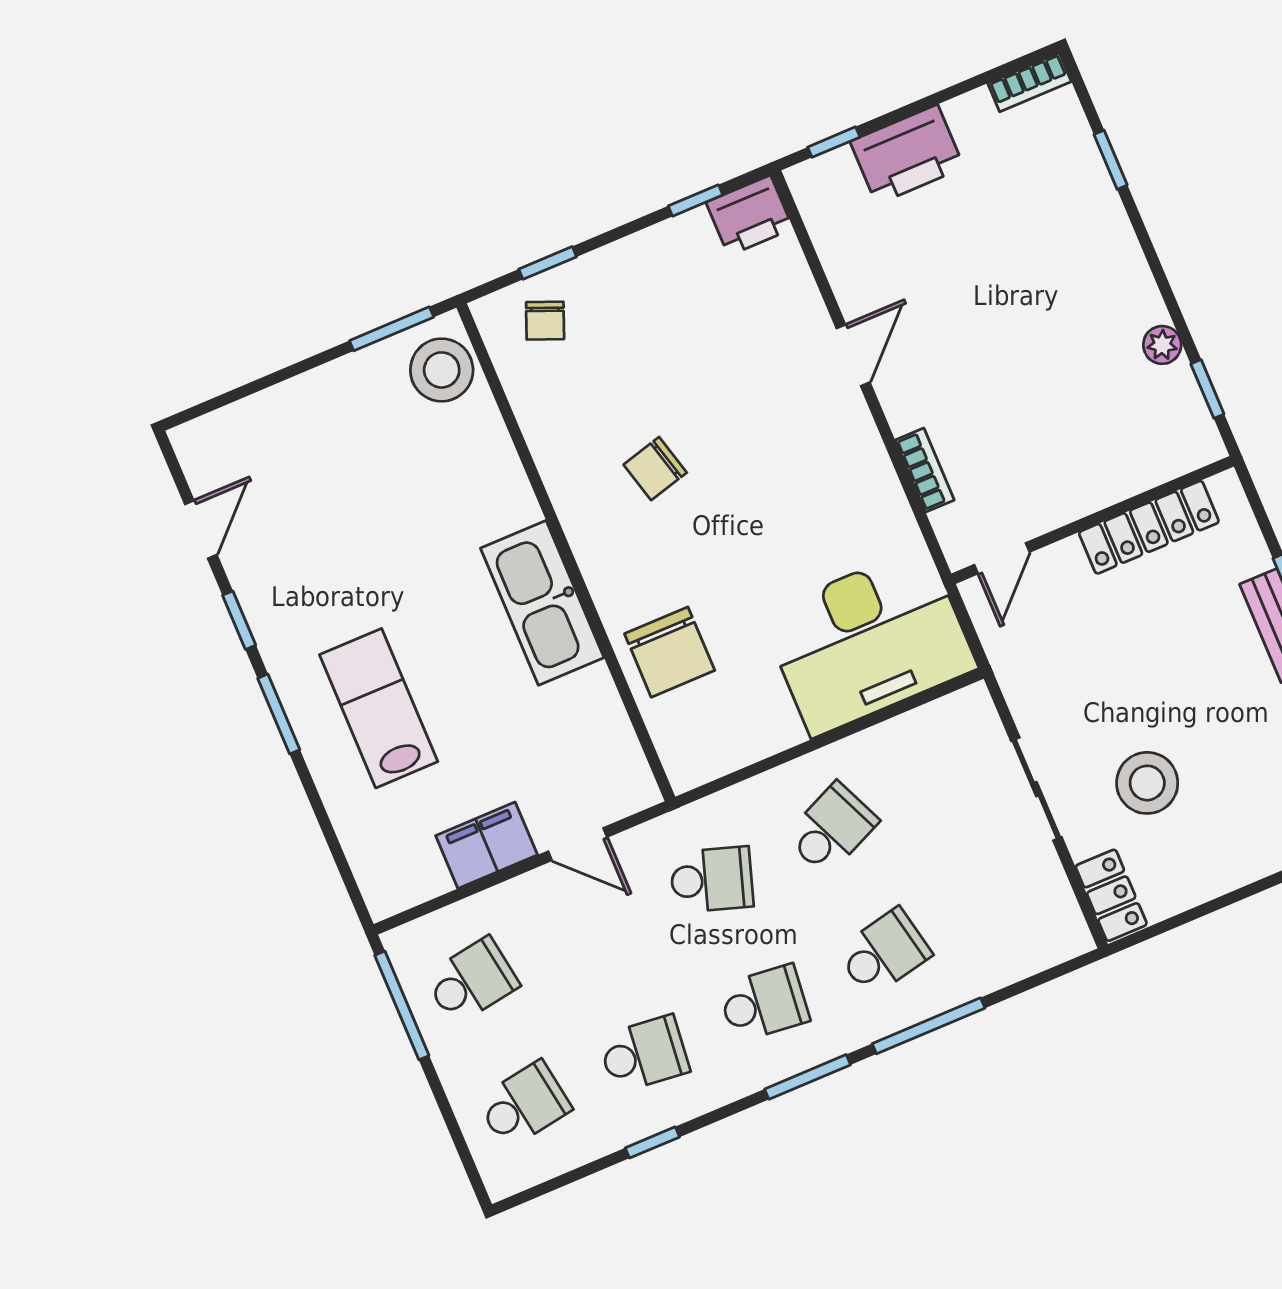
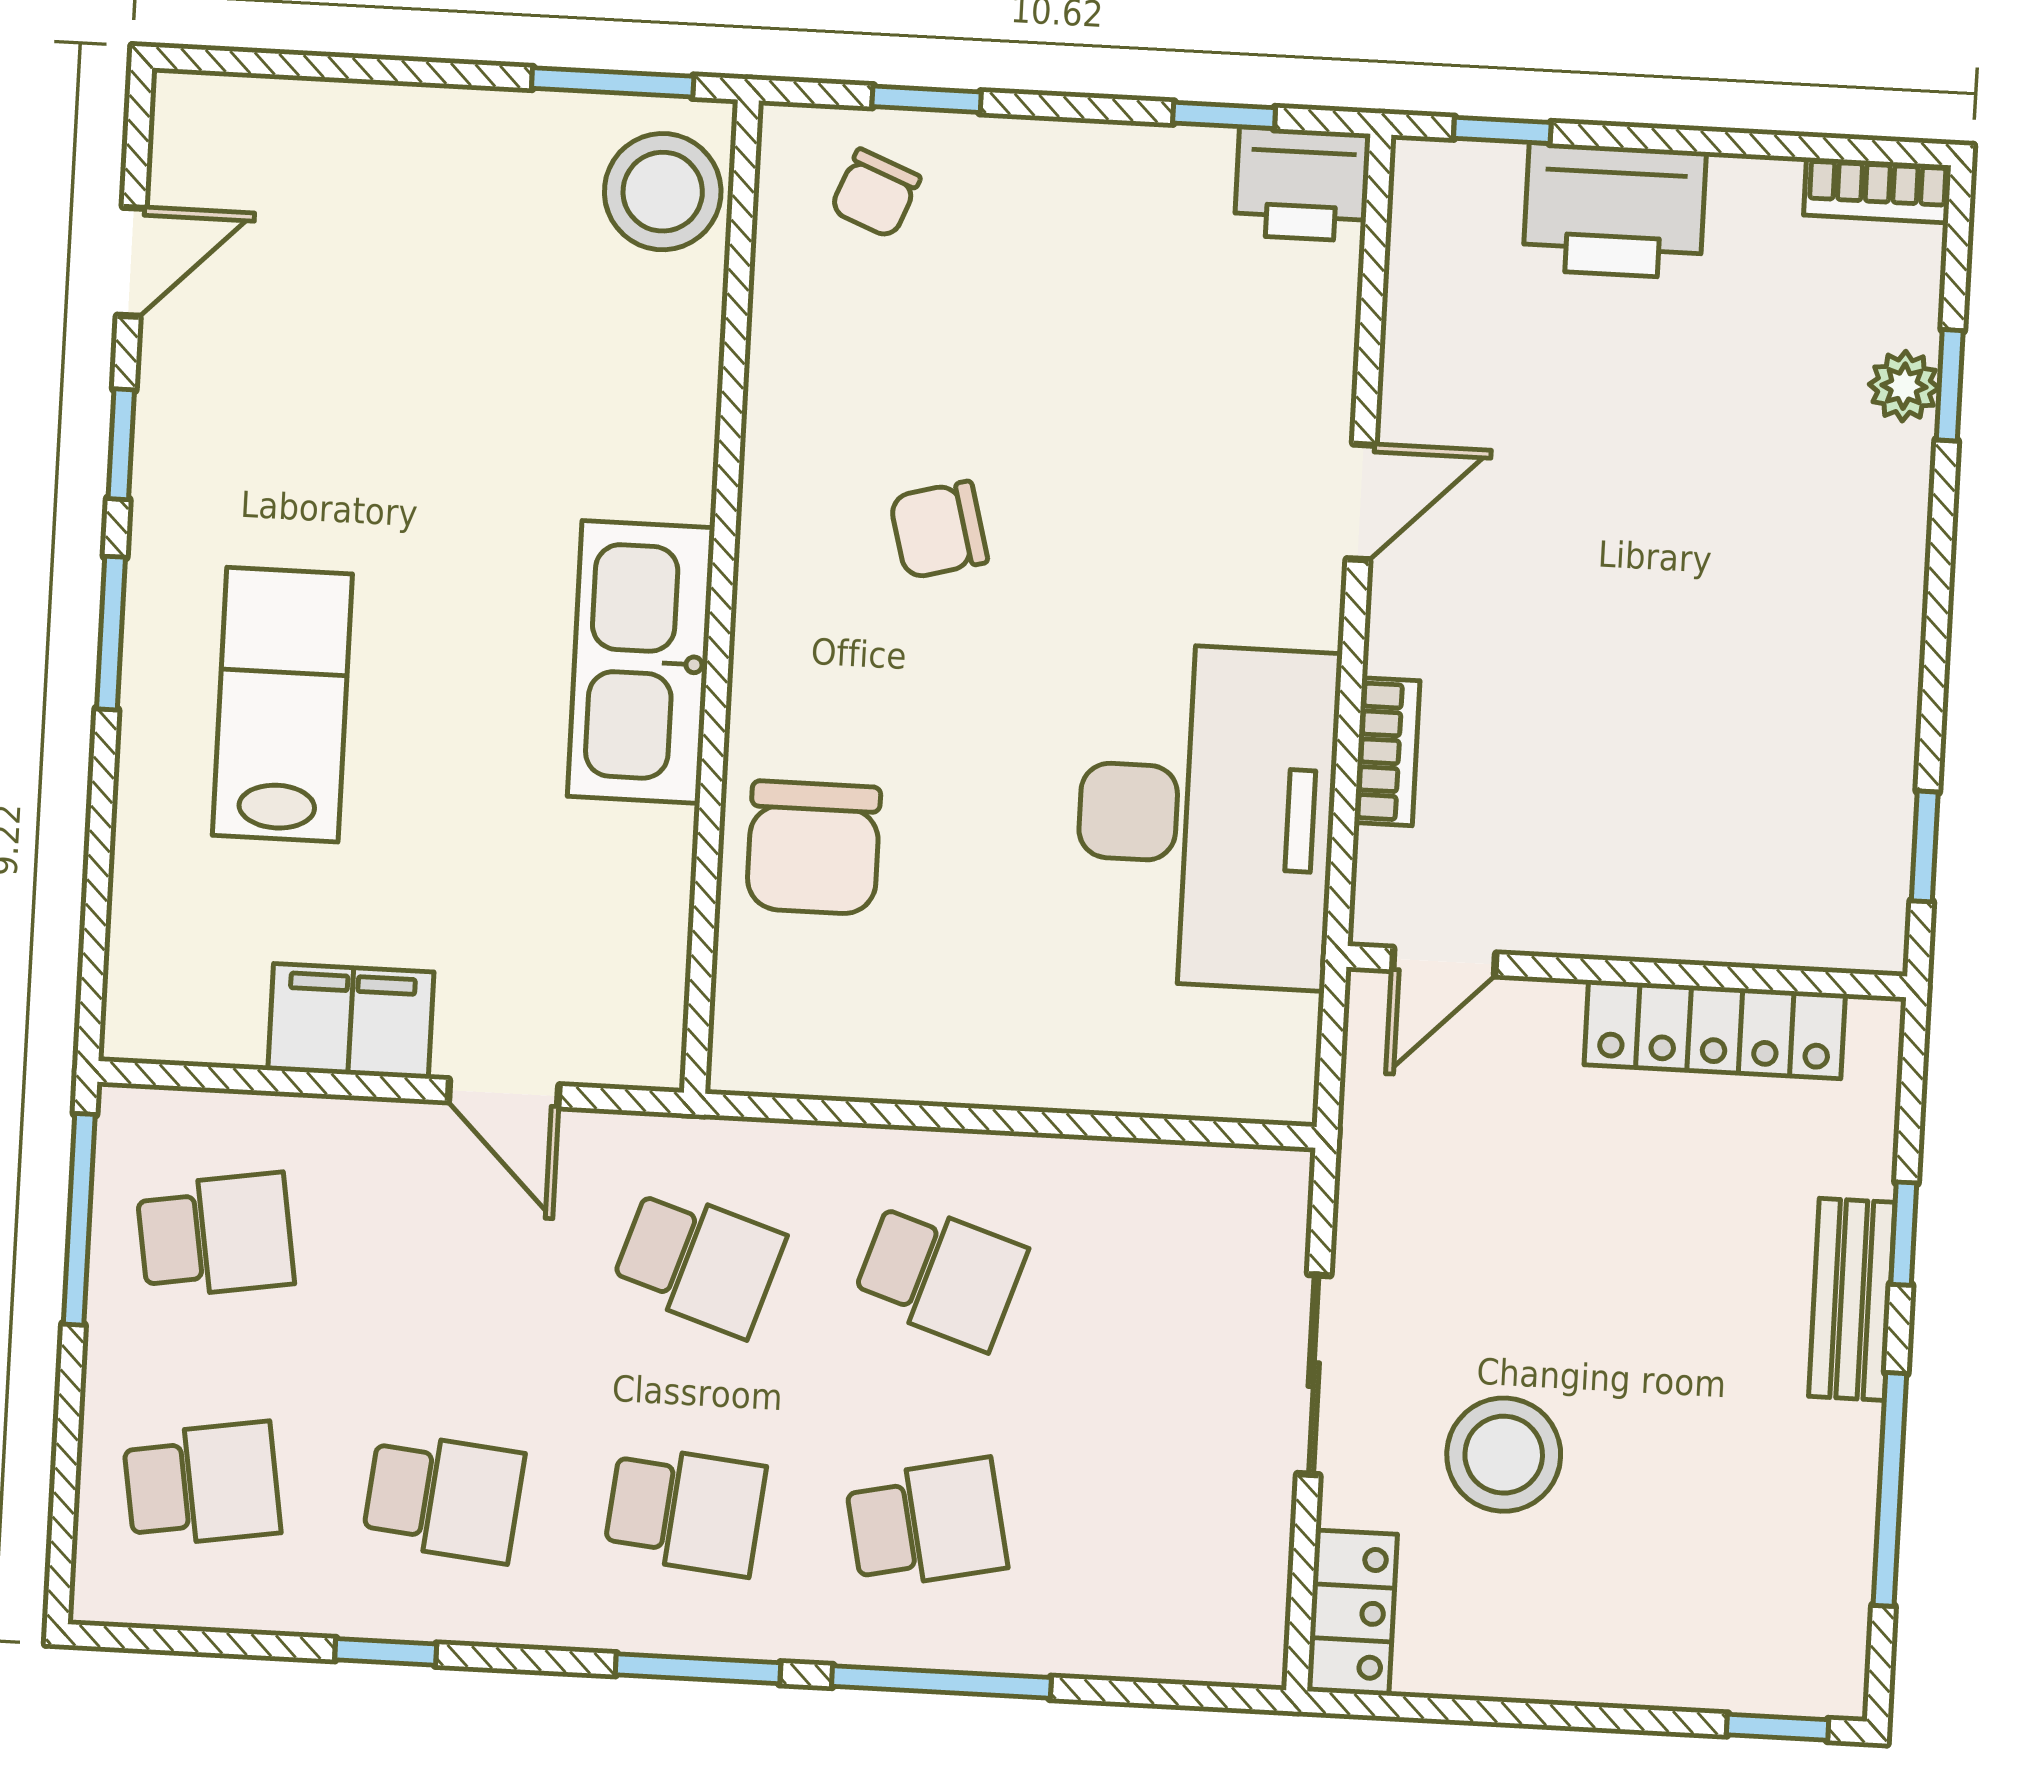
plant: (1162, 345) -> (1904, 386), moved
desk: (869, 641) -> (1207, 816), moved, turned -90
school desk: (832, 829) -> (940, 1275), turned 42

